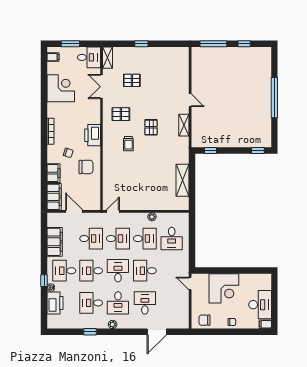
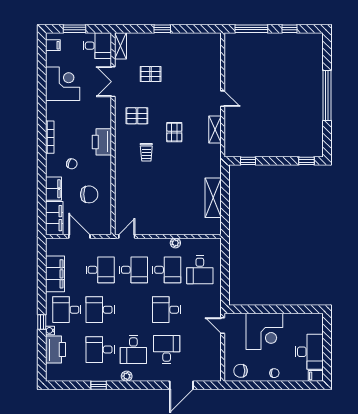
chair: (86, 167) -> (89, 194), moved
desk: (118, 271) -> (133, 310), removed

